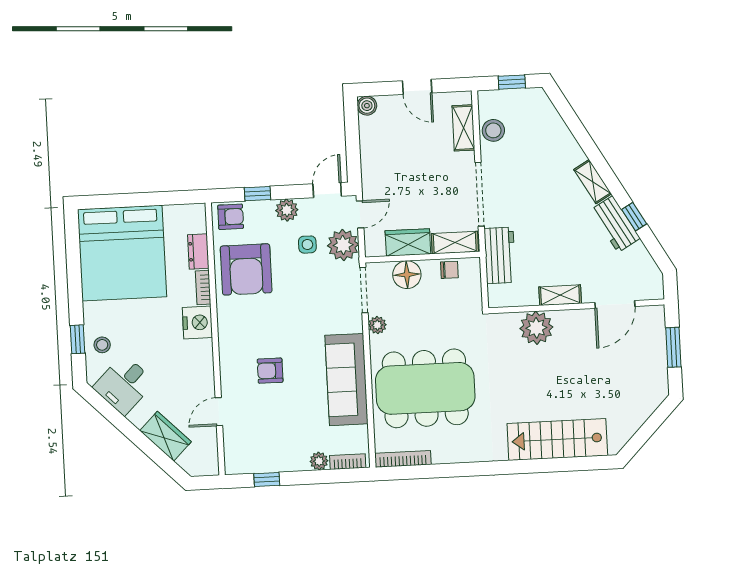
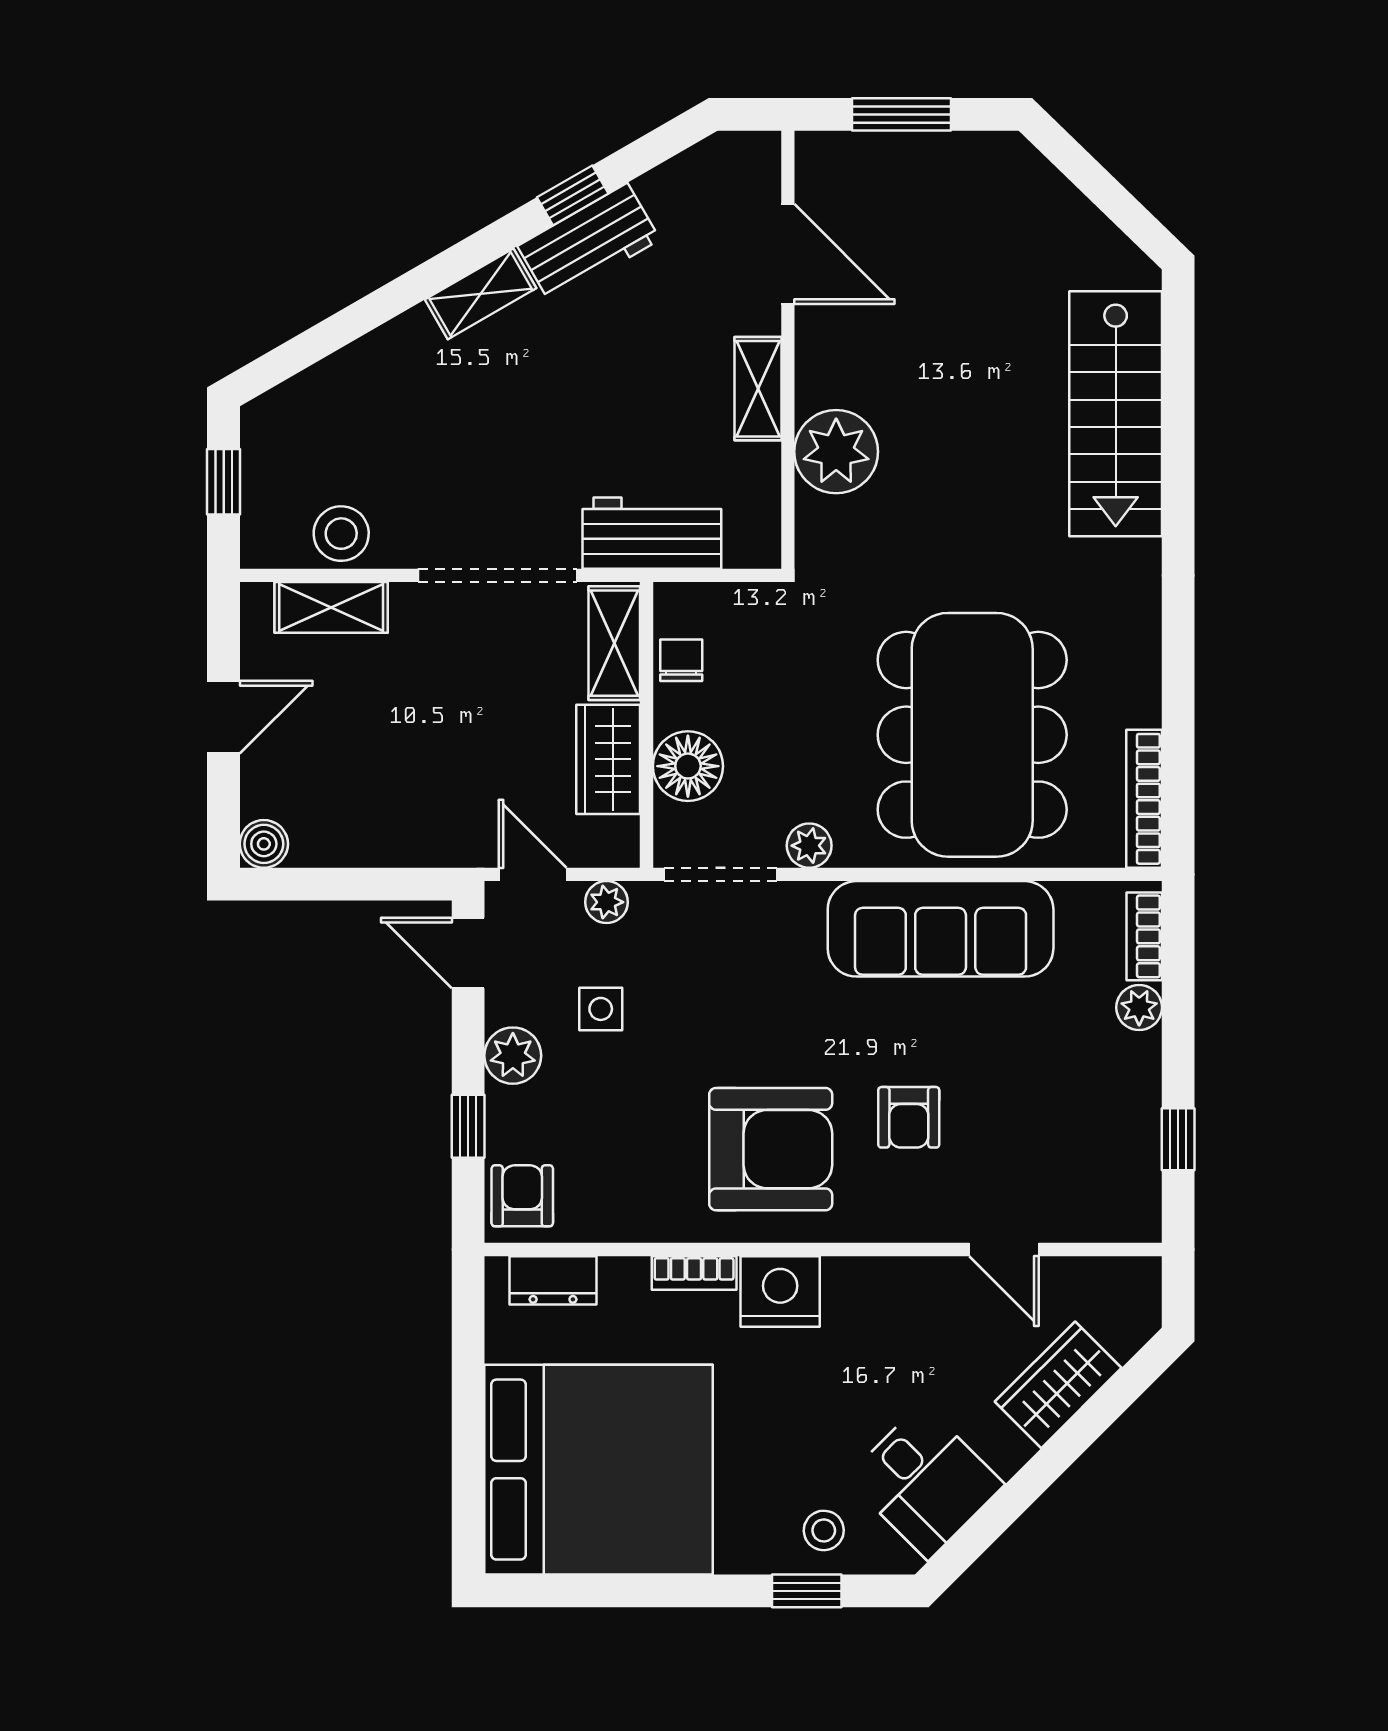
plant: (343, 245) -> (606, 902), width x0.53, depth x0.53
dresser: (198, 251) -> (553, 1280), moved
armchair: (246, 269) -> (771, 1149), moved

